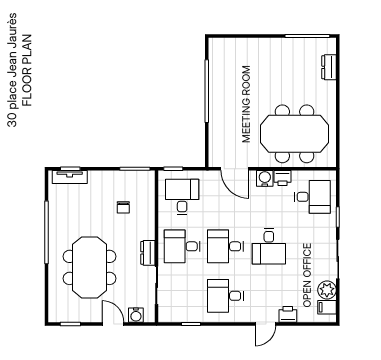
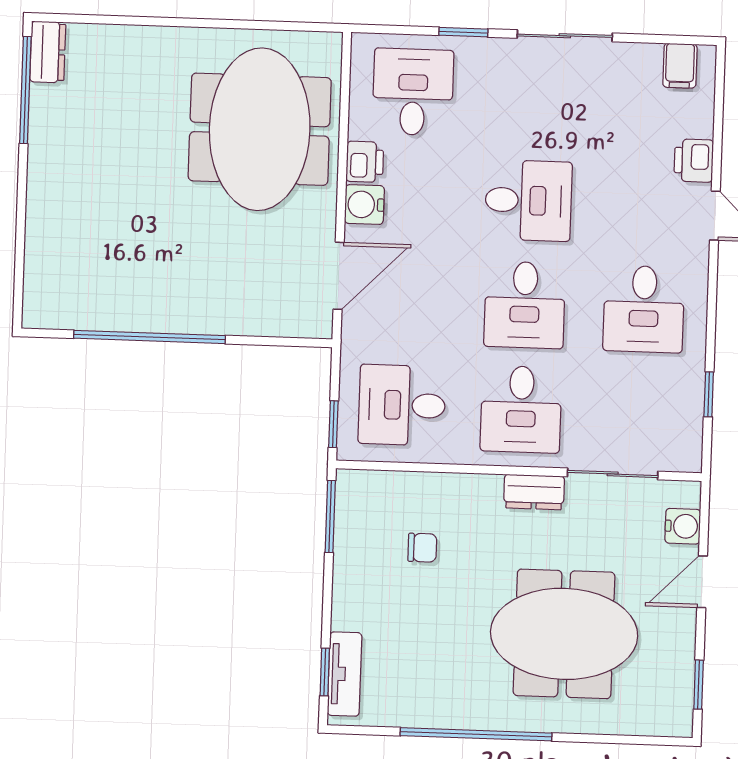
dresser: (329, 67) -> (48, 52), moved, turned -90
plant: (327, 290) -> (638, 64), removed

